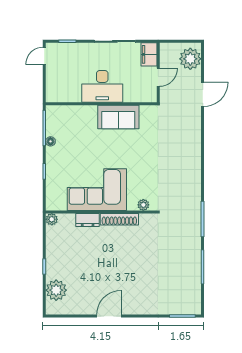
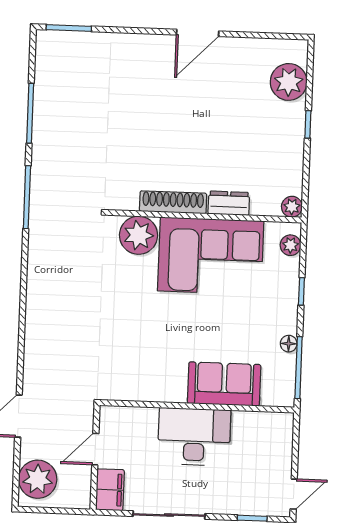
sofa: (118, 117) -> (224, 384), moved
plant: (52, 197) -> (290, 245), added
plant: (143, 205) -> (139, 235), width x1.87, depth x1.87

